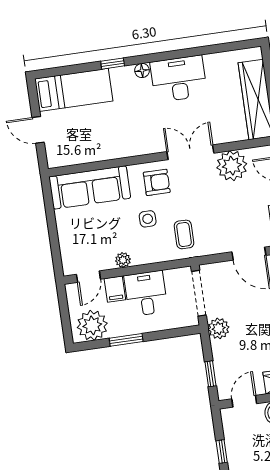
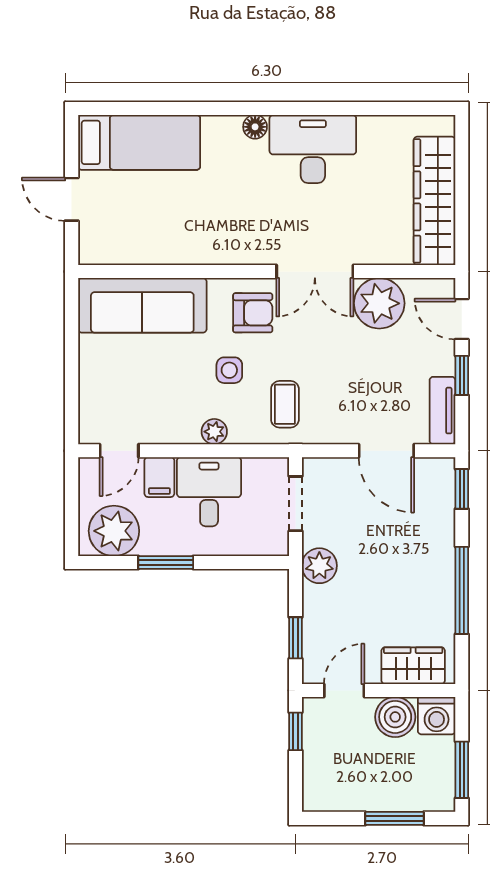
window: (113, 64) -> (209, 109), removed
double door: (190, 152) -> (315, 272), swing flipped
plant: (123, 260) -> (214, 432), moved
doorway: (199, 293) -> (295, 504), width x0.73
window: (222, 452) -> (295, 731), moved

